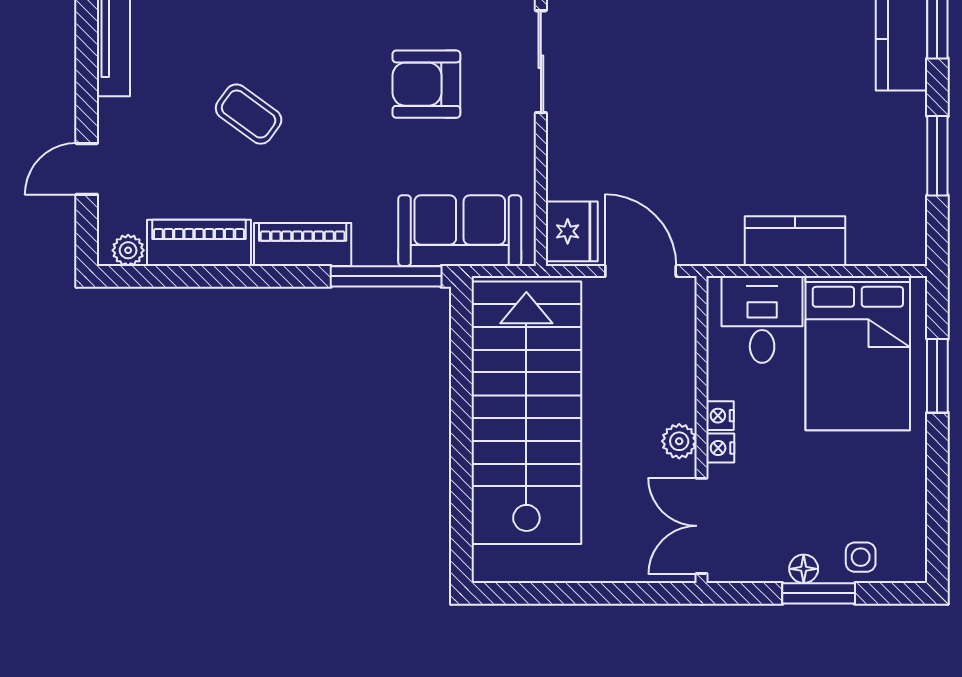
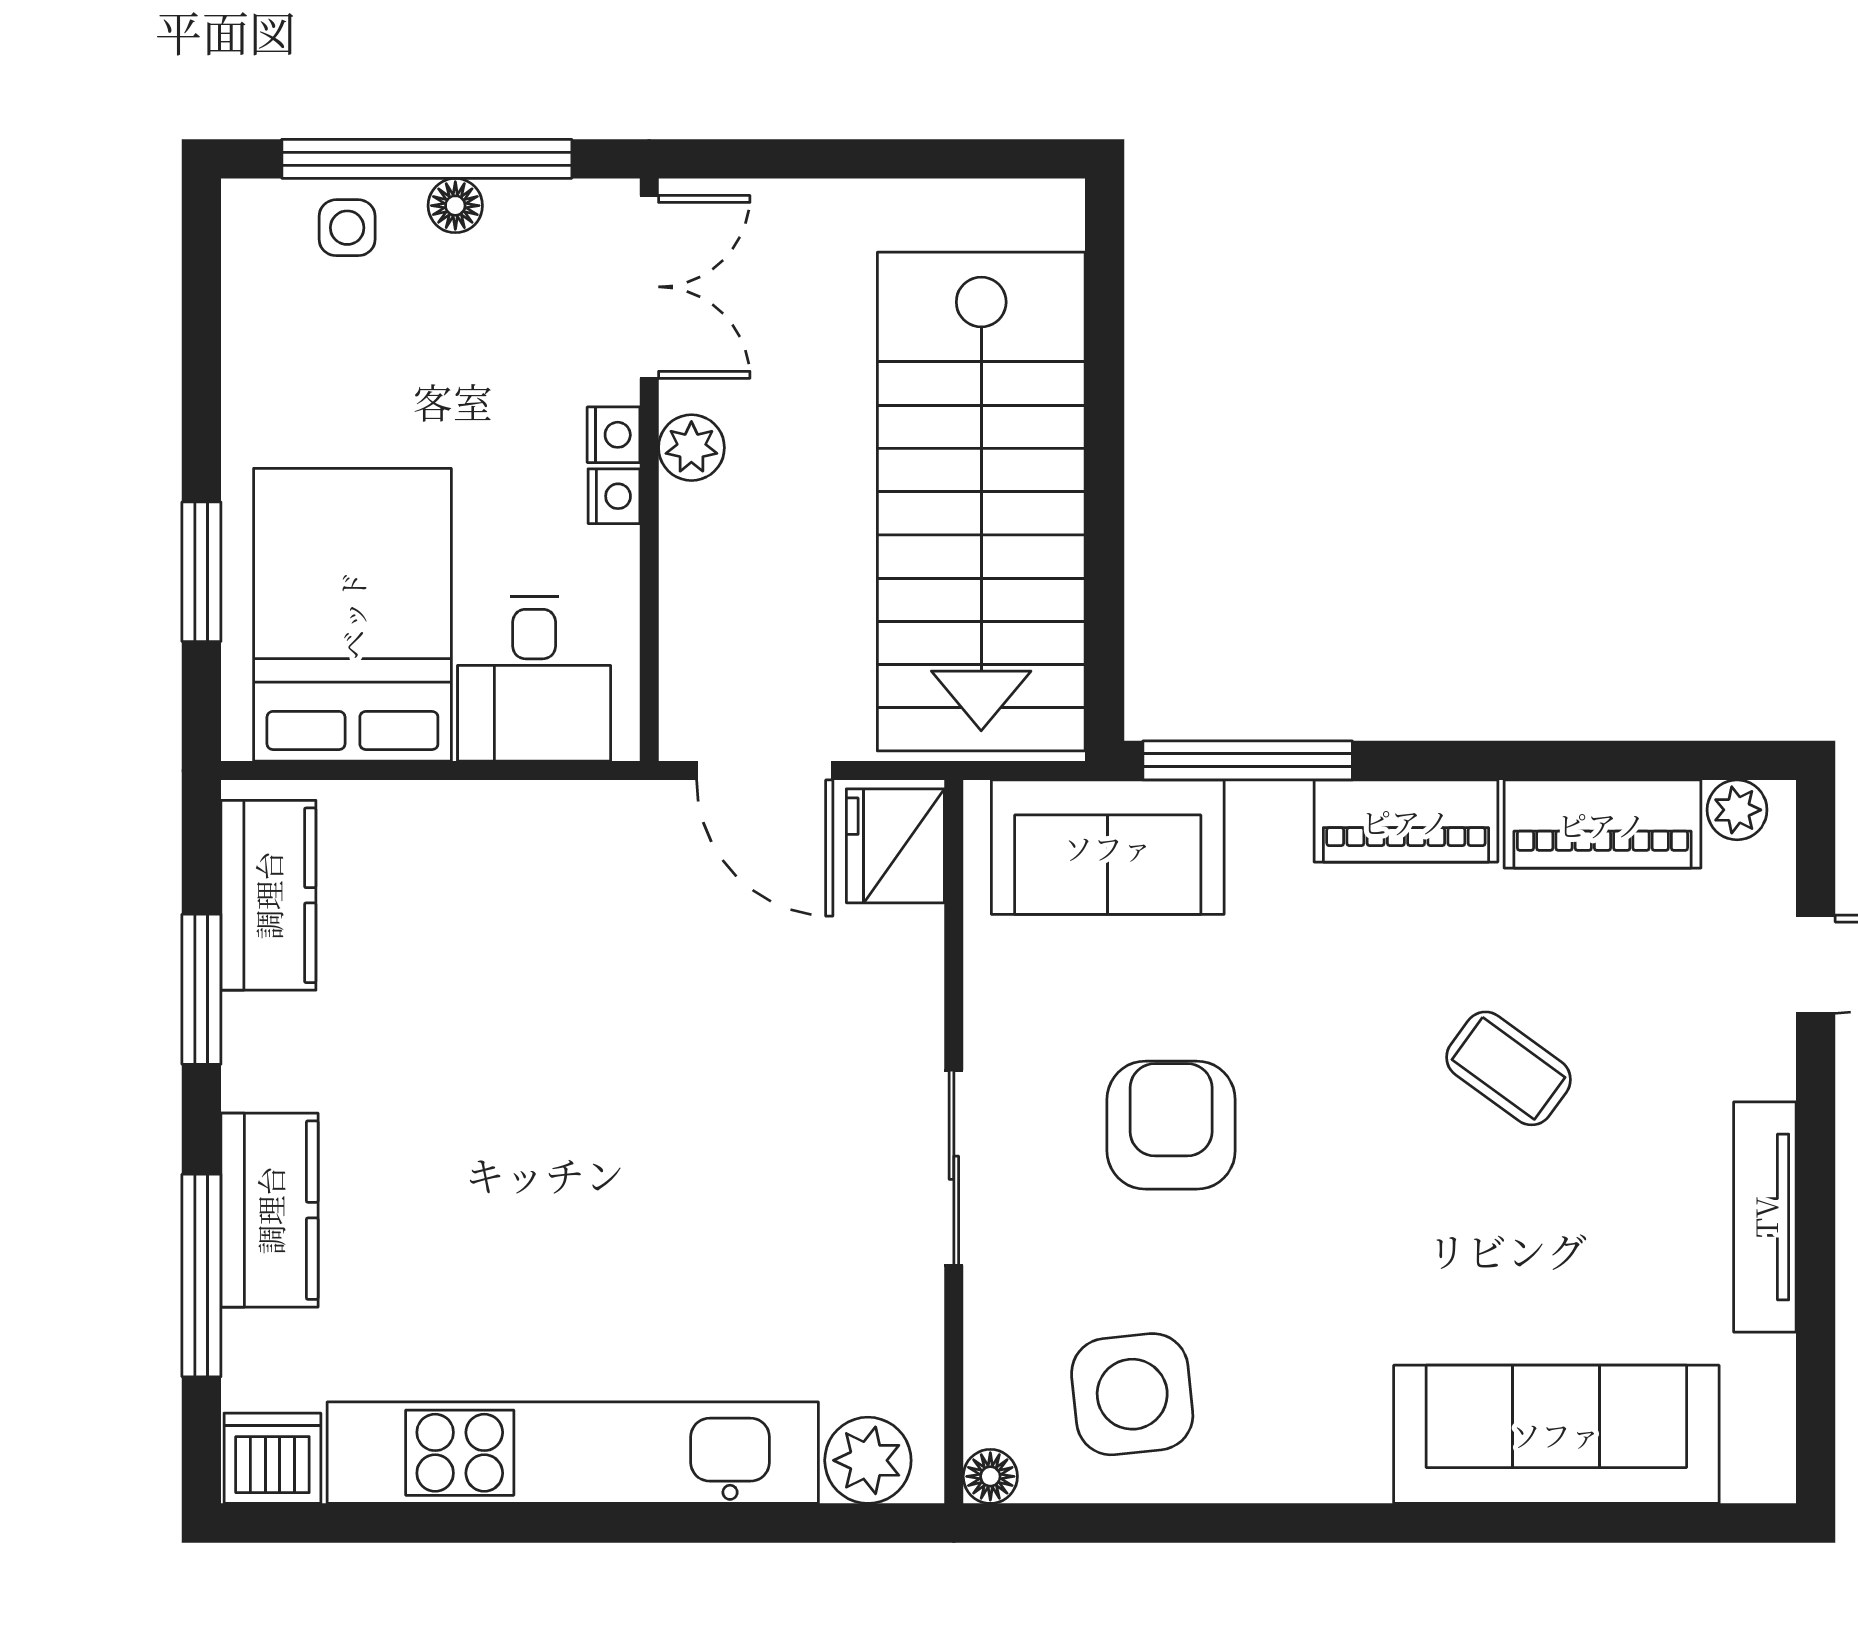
armchair: (426, 84) -> (1171, 1125), turned -90
kitchen counter: (795, 241) -> (268, 895), moved, turned -90
window: (819, 593) -> (427, 159), width x2.11

